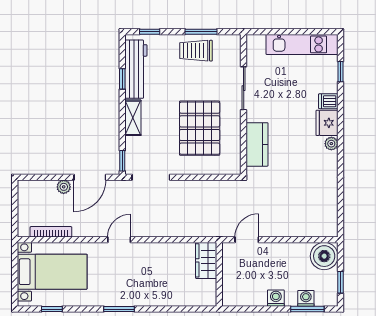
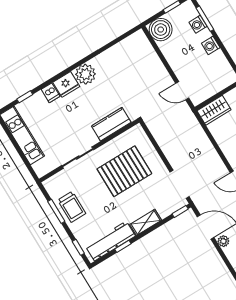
plant: (331, 144) -> (85, 74), width x1.88, depth x1.88

